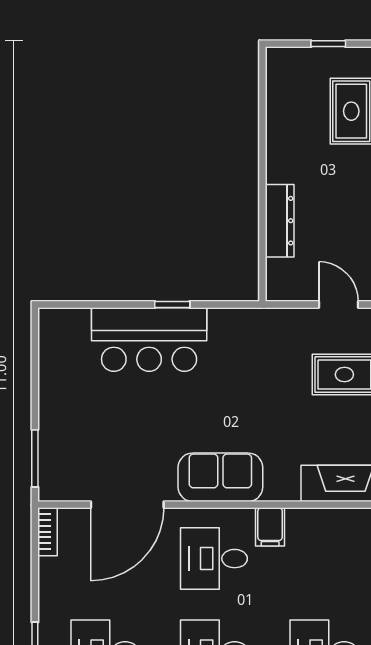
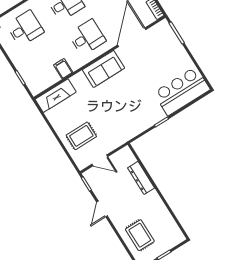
bar counter: (149, 339) -> (182, 91), moved
filing cabinet: (270, 527) -> (63, 69), moved

